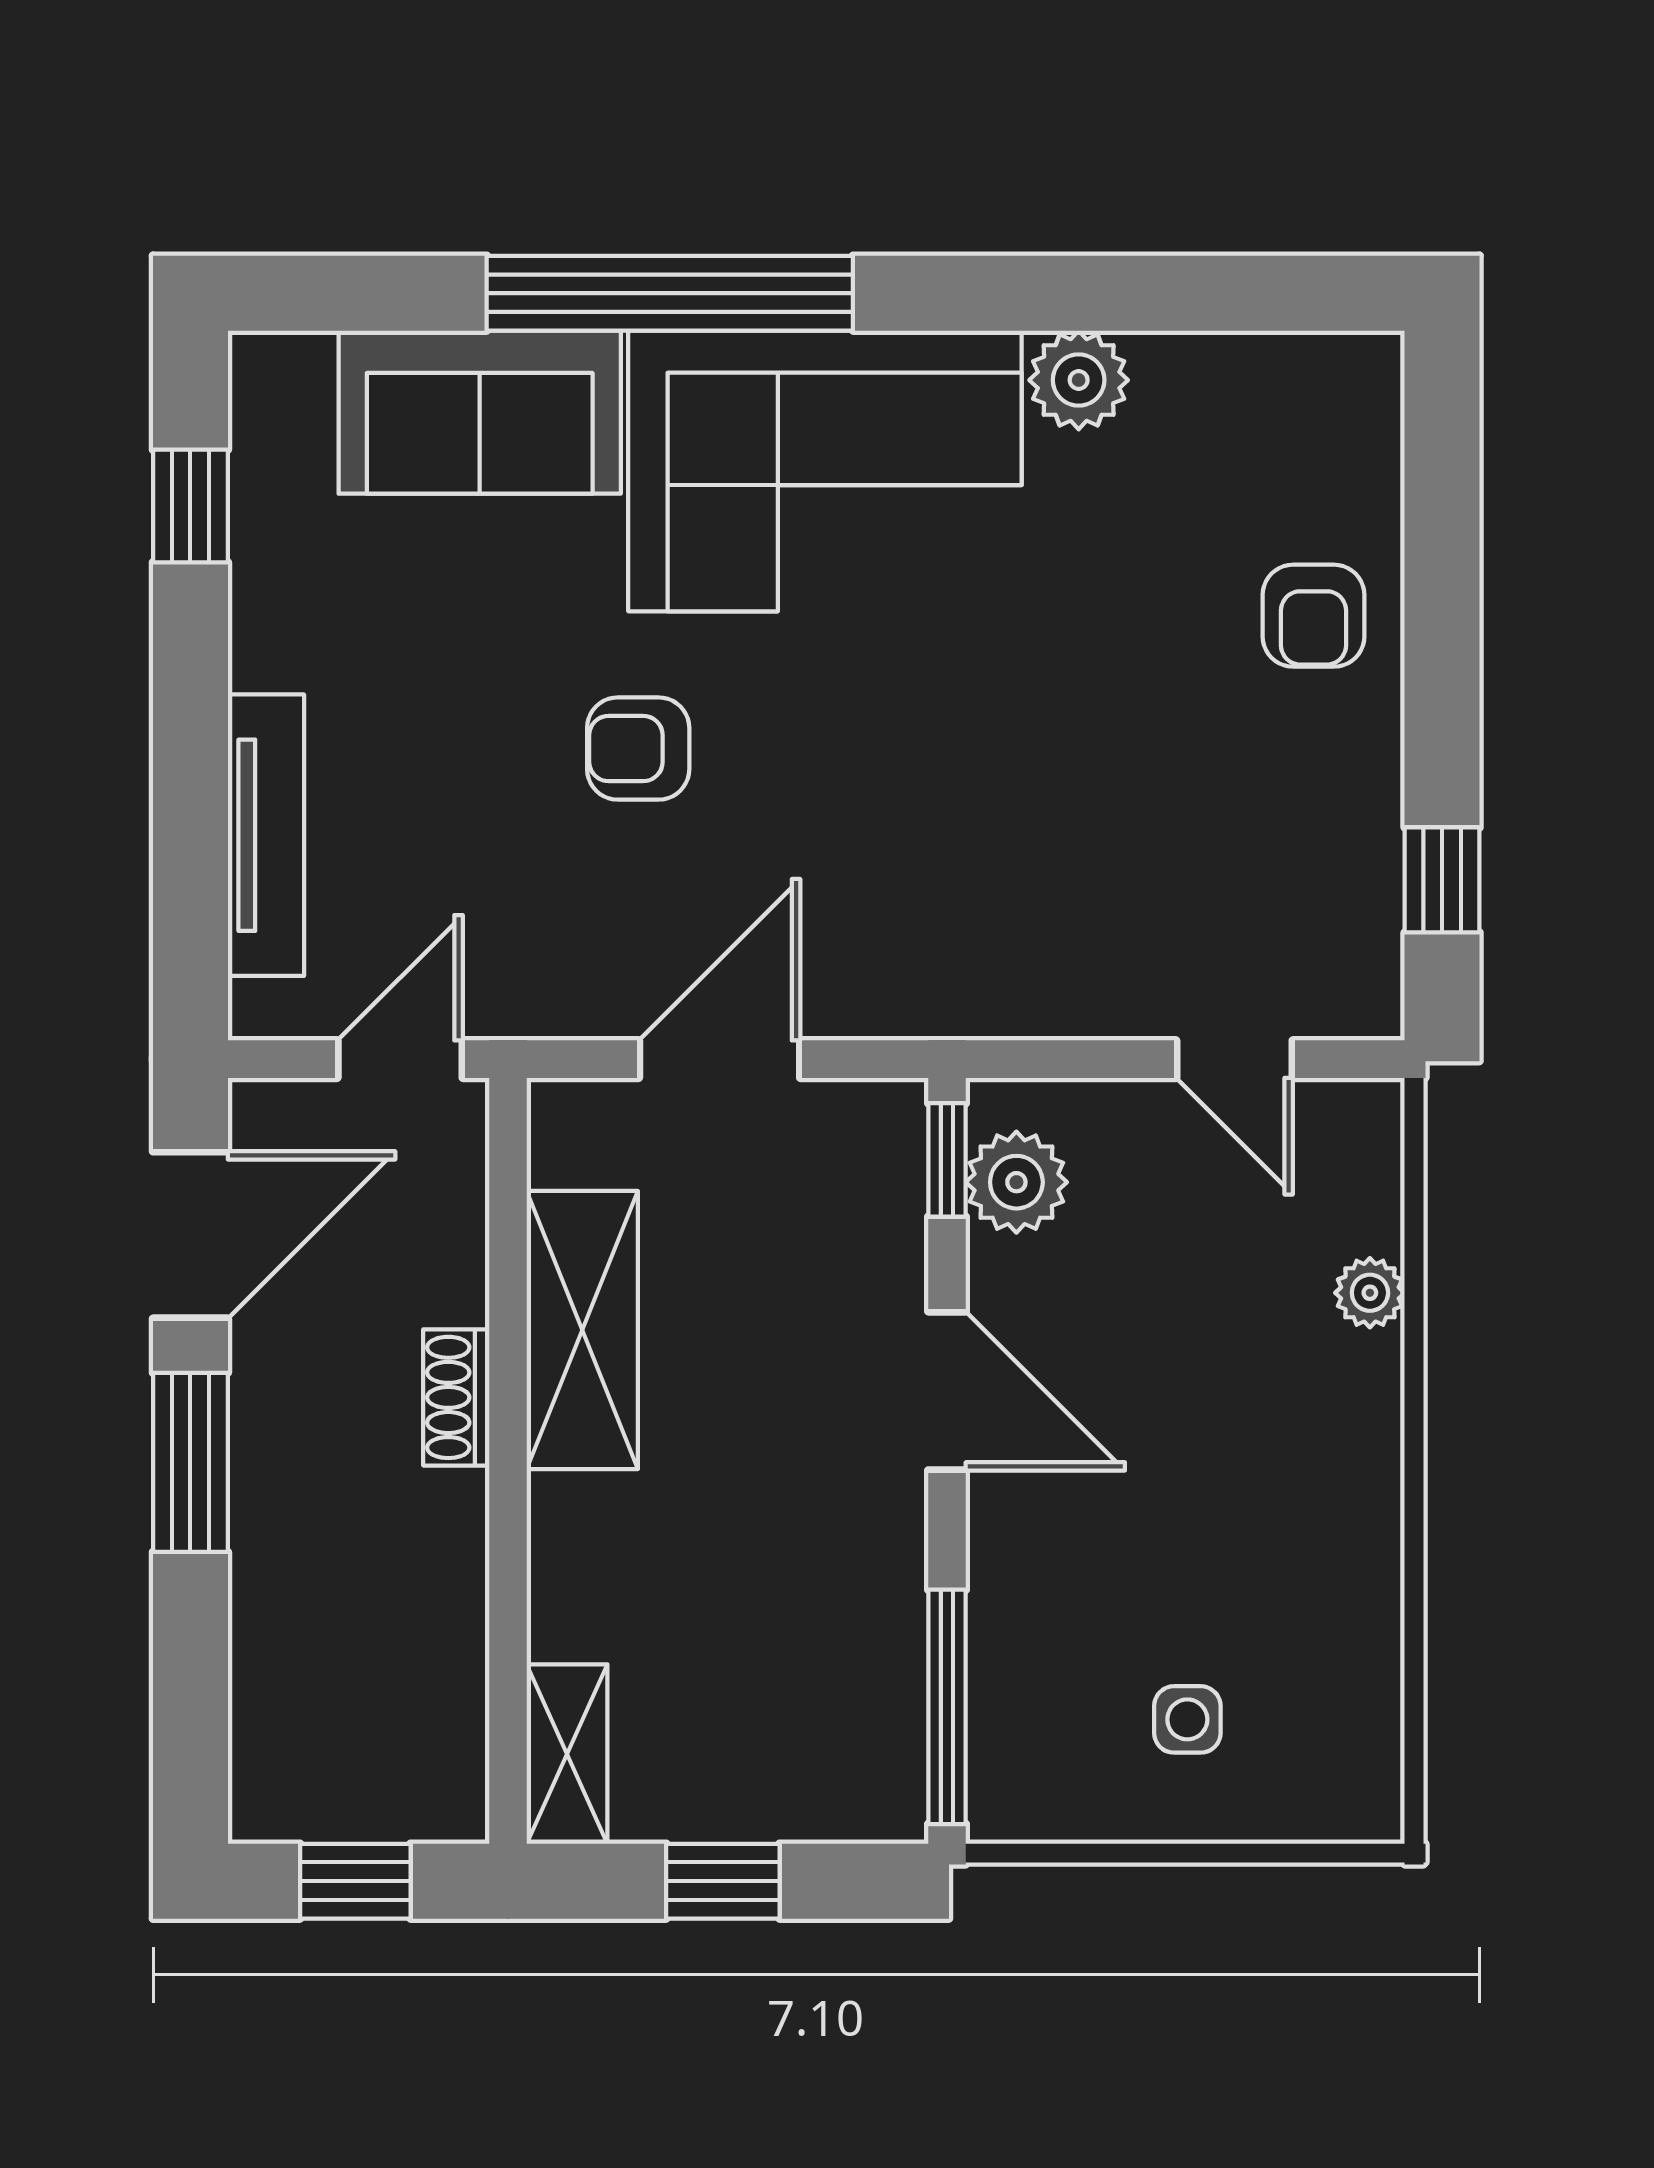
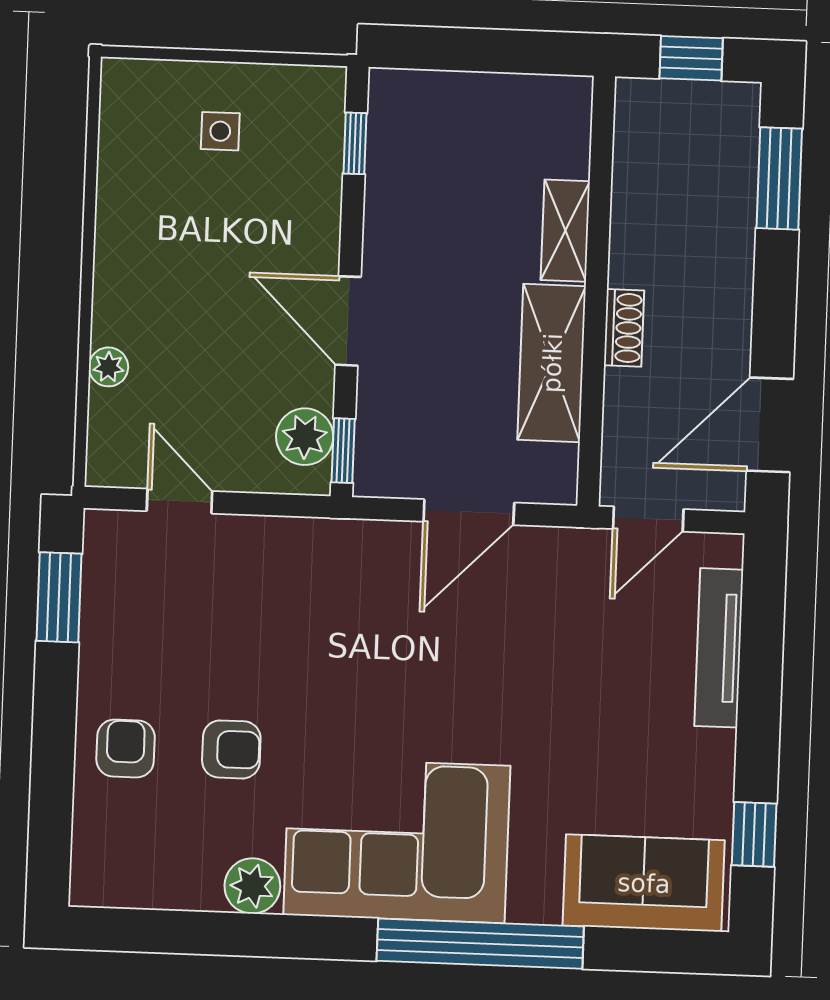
sofa: (480, 412) -> (644, 883), moved
armchair: (638, 749) -> (231, 749), moved
window: (1442, 880) -> (59, 597), width x1.50
window: (190, 1462) -> (779, 178), moved
window: (947, 1707) -> (355, 143), width x0.46
shelving: (567, 1754) -> (565, 231), moved
window: (723, 1881) -> (485, 50), removed

